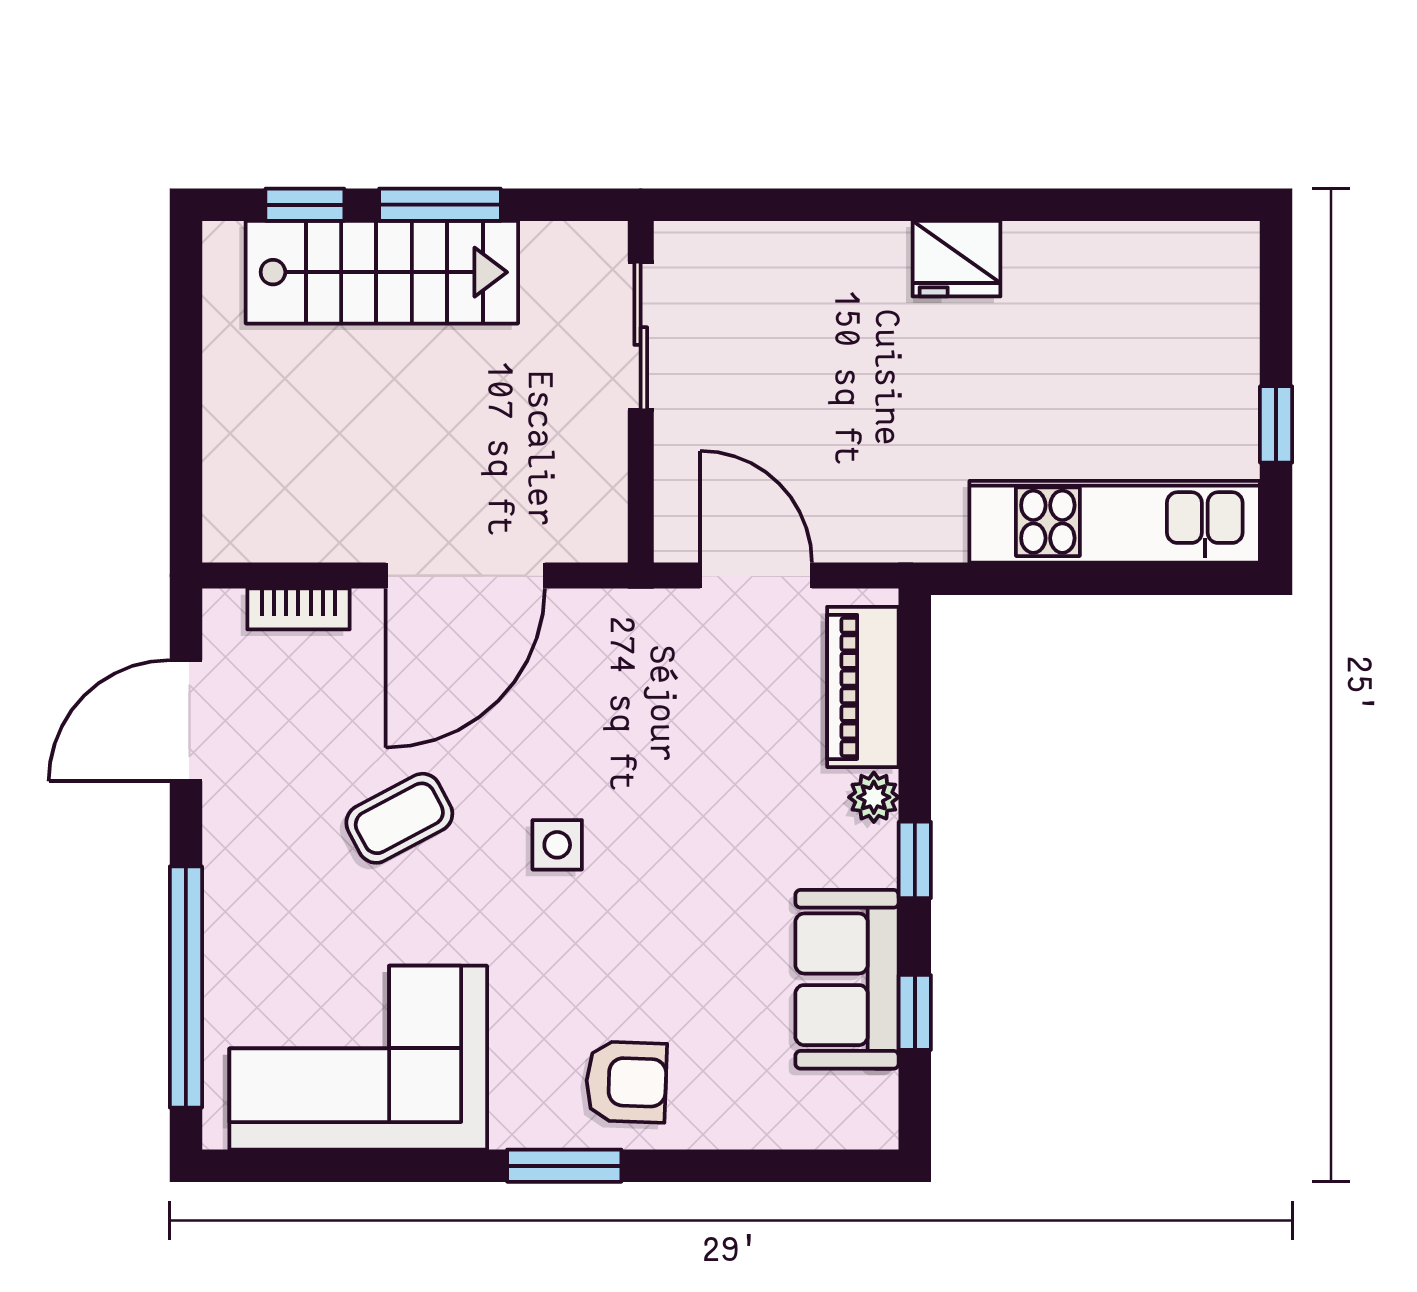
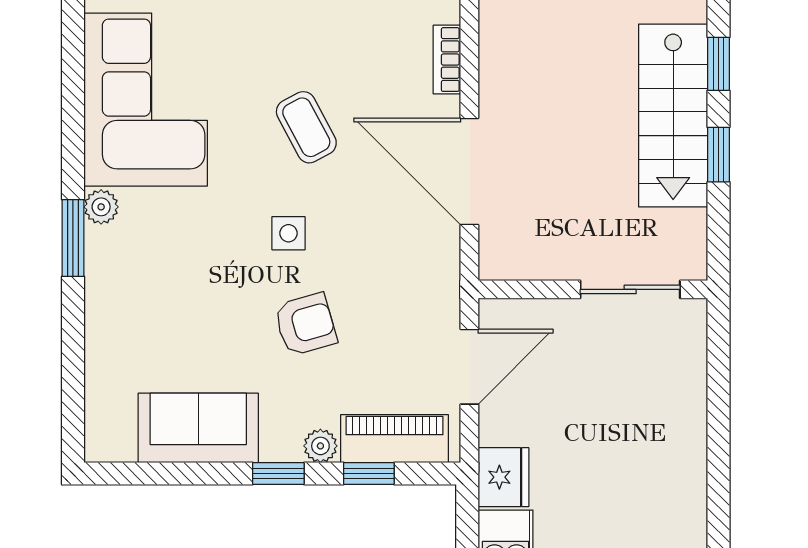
window: (440, 205) -> (718, 155), width x0.67
fridge: (957, 259) -> (503, 477), moved, turned 180
window: (915, 1012) -> (369, 473), moved
armchair: (626, 1082) -> (305, 324), moved, turned -108
plant: (518, 1124) -> (101, 207), added

